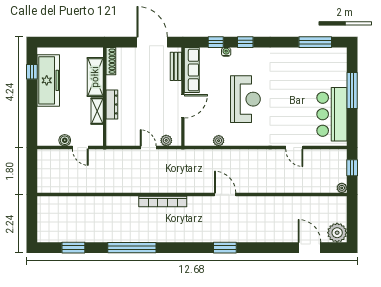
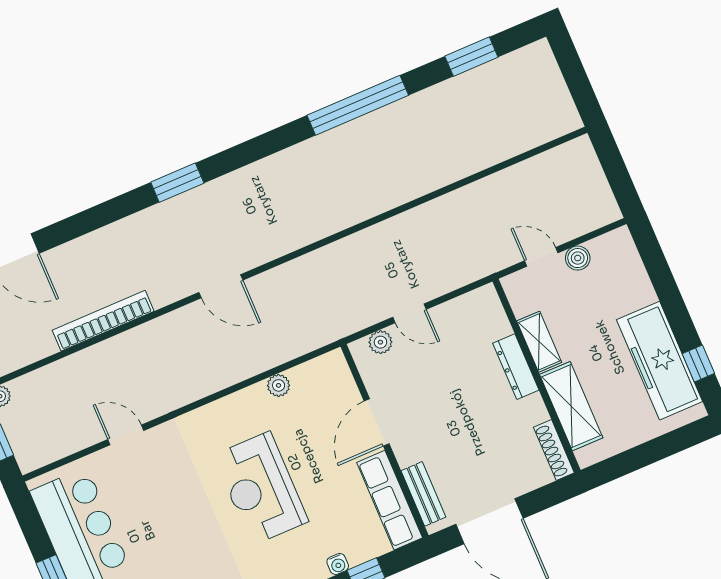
bookcase: (163, 201) -> (103, 321), moved

